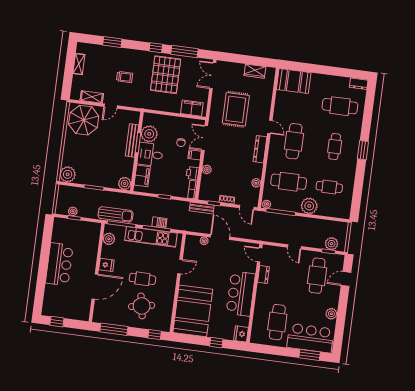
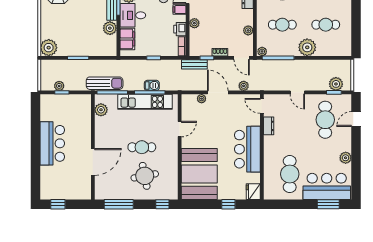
cafe table: (289, 182) -> (282, 25), width x0.73, depth x0.74
plant: (125, 183) -> (110, 28), moved
plant: (245, 234) -> (244, 86), added
fridge: (106, 265) -> (102, 138), removed

